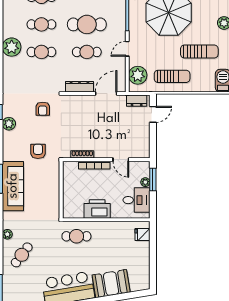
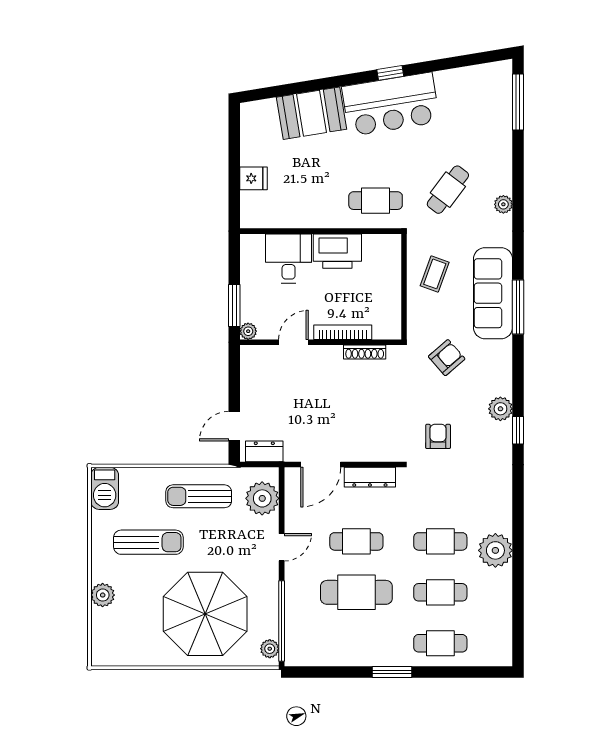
sun lounger: (199, 52) -> (148, 542), turned 180
armchair: (38, 151) -> (447, 358), turned -131
door: (121, 160) -> (293, 342), hinge flipped
plant: (145, 182) -> (248, 331), moved
coffee table: (44, 197) -> (435, 274), added
desk: (136, 200) -> (289, 258), moved, turned 90
fridge: (142, 234) -> (253, 178), moved
cafe table: (22, 255) -> (448, 190), moved

